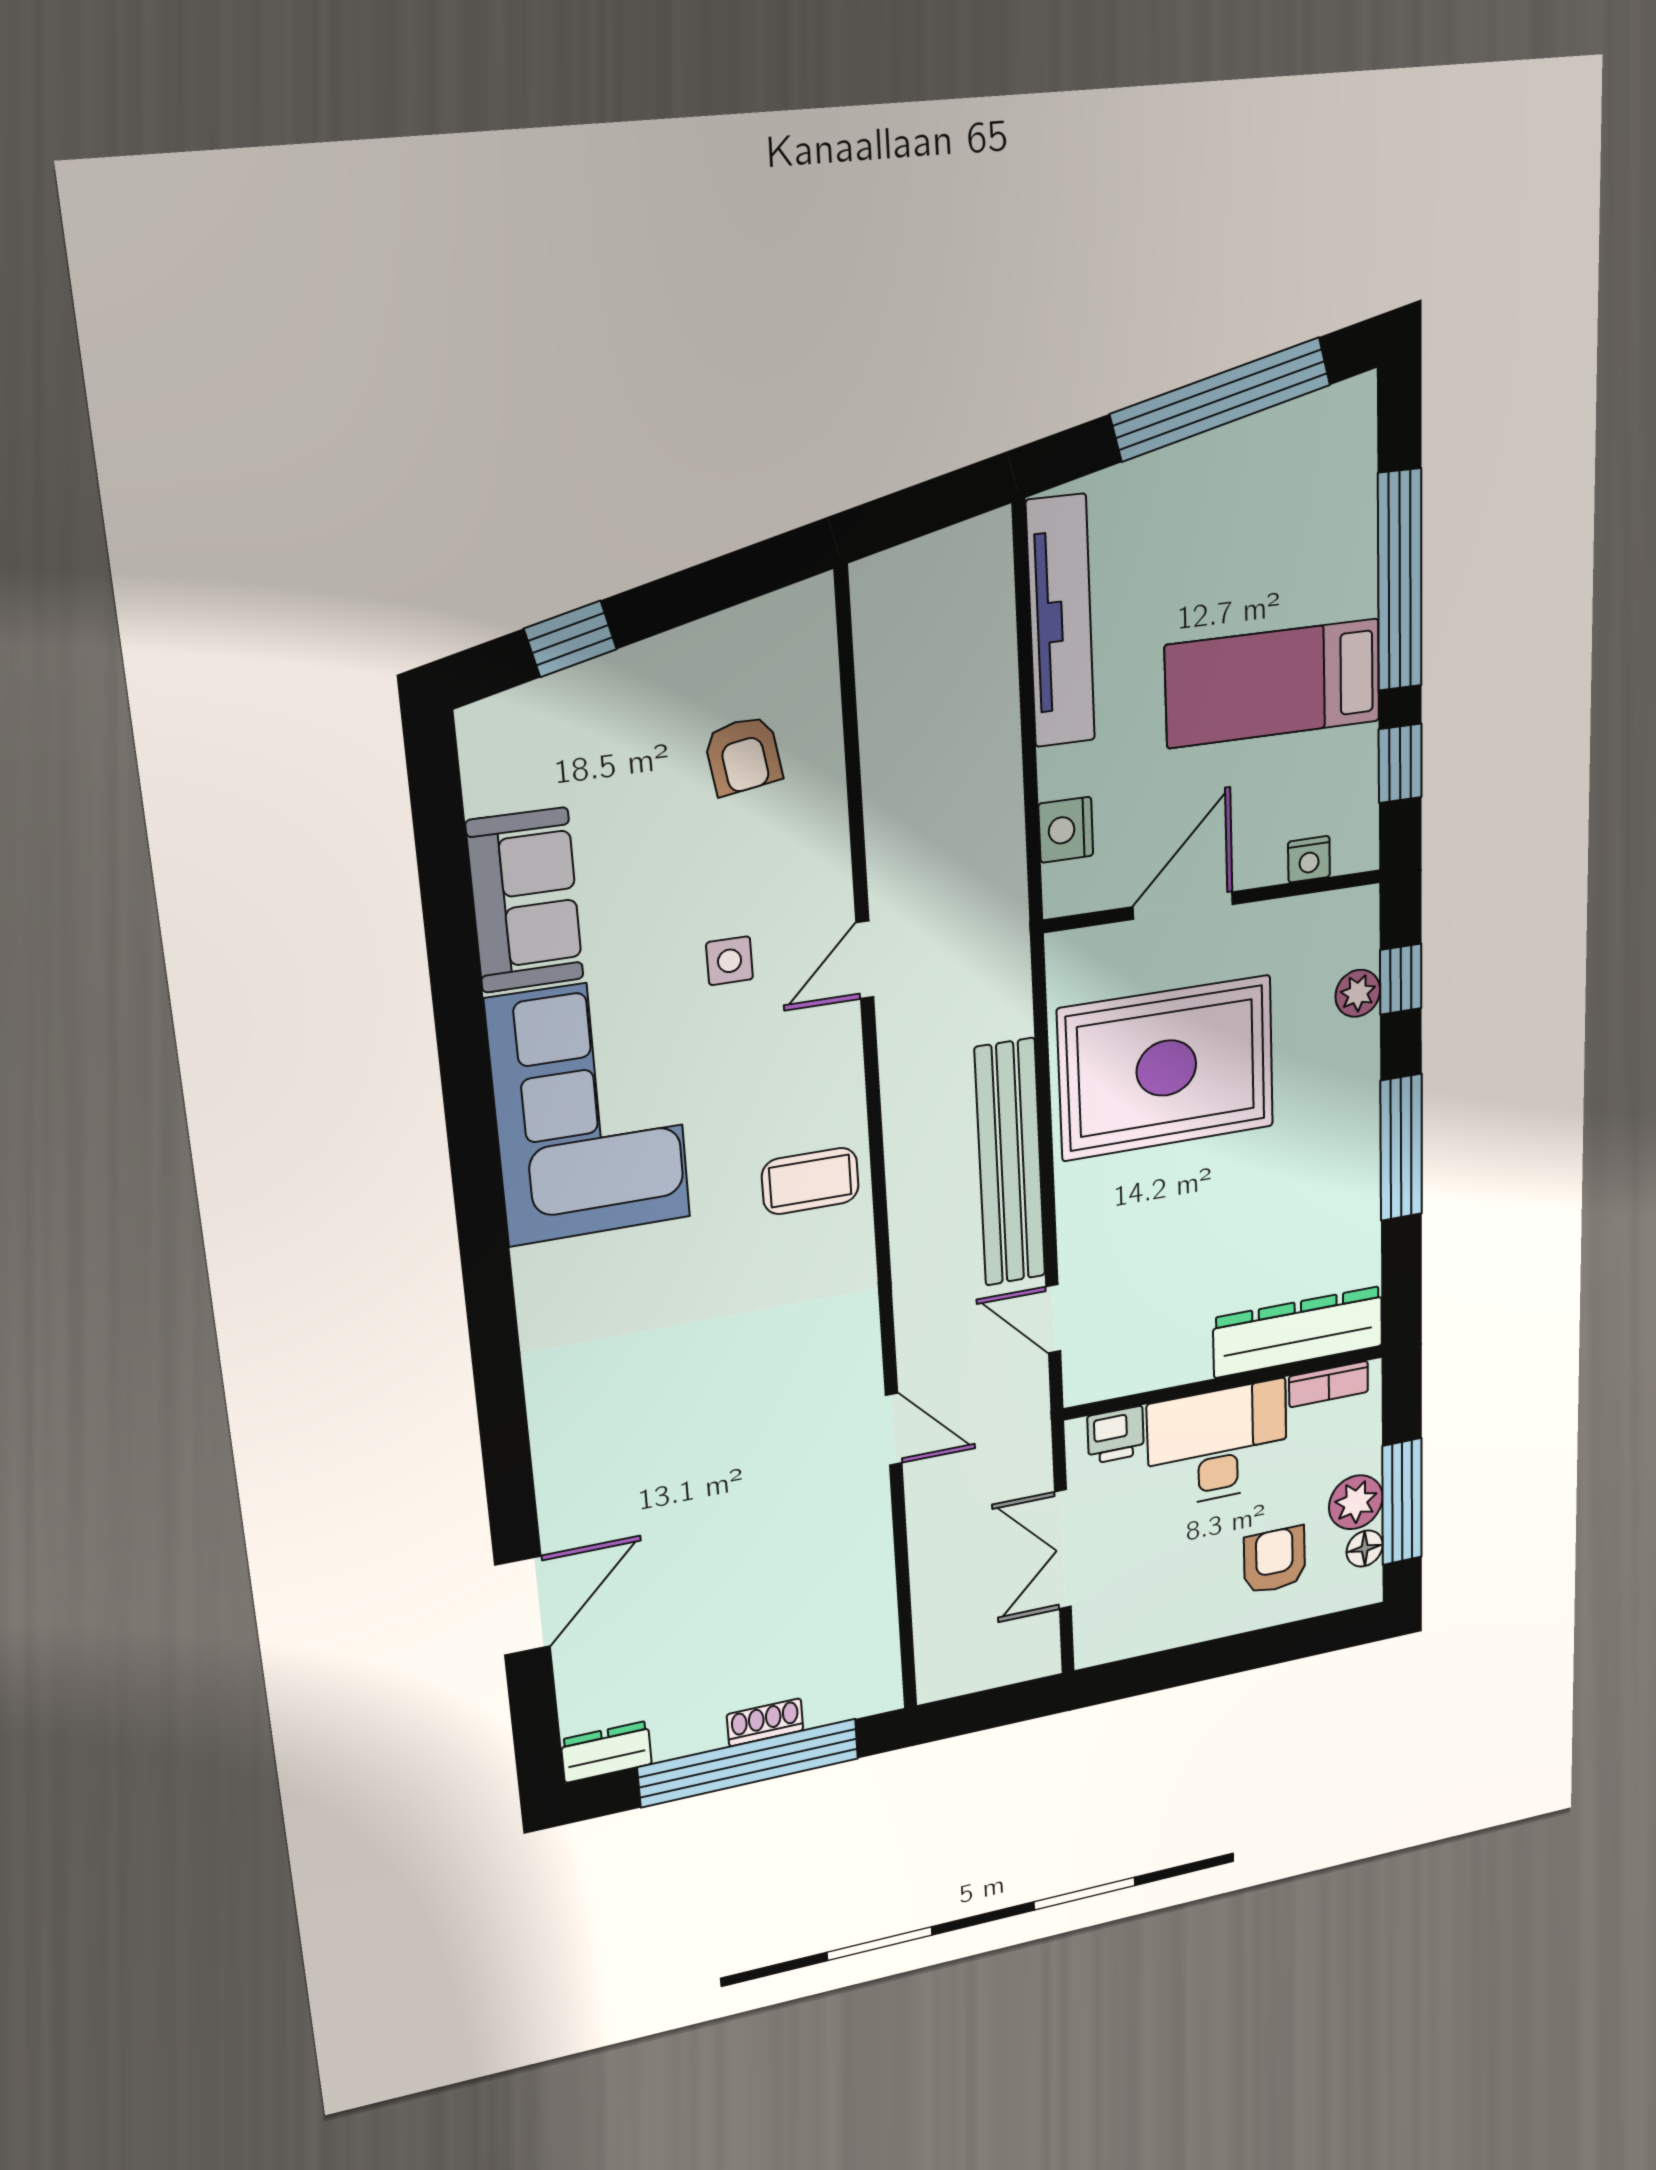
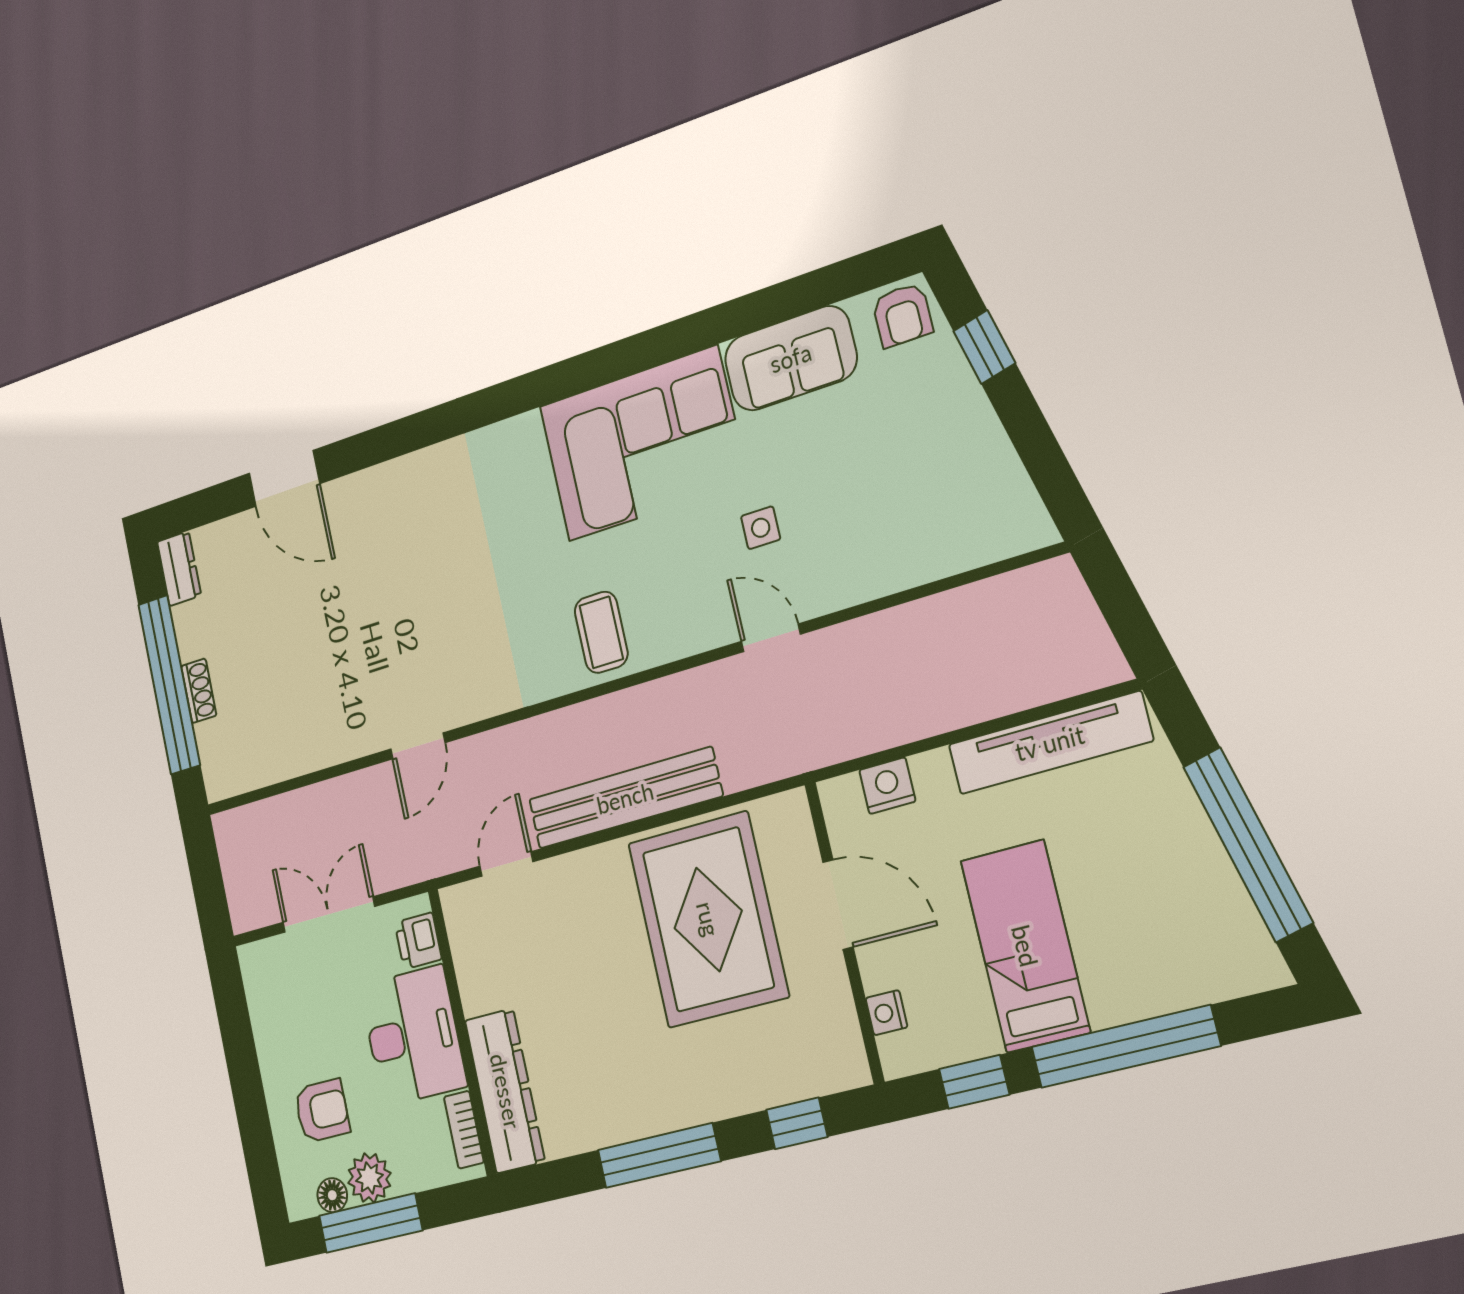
armchair: (743, 755) -> (902, 315), moved, turned -81
plant: (1358, 993) -> (782, 1084), removed

